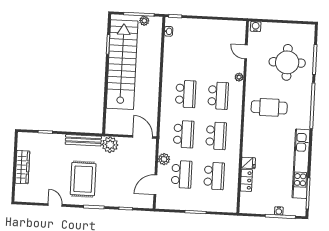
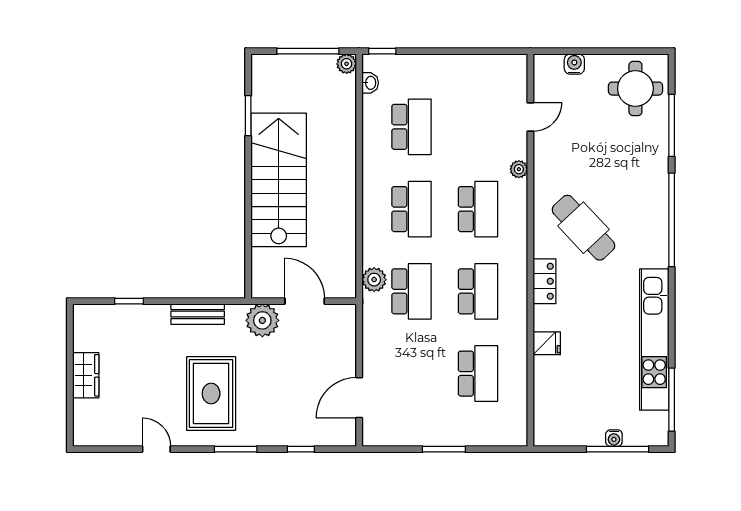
plant: (144, 21) -> (347, 64), moved
water cooler: (256, 27) -> (574, 64), moved
door: (246, 52) -> (530, 117), swing flipped
round table: (287, 62) -> (635, 89), moved, width x0.73, depth x0.73
stairs: (122, 65) -> (279, 180), width x0.73
cafe table: (269, 107) -> (583, 228), turned 47
door: (143, 137) -> (305, 301), moved
bench: (83, 140) -> (198, 314), width x0.73
plant: (164, 159) -> (374, 280), moved
wardrobe: (22, 167) -> (86, 375), width x0.67
school desk: (182, 174) -> (412, 127), moved
locker: (246, 180) -> (545, 281), moved

